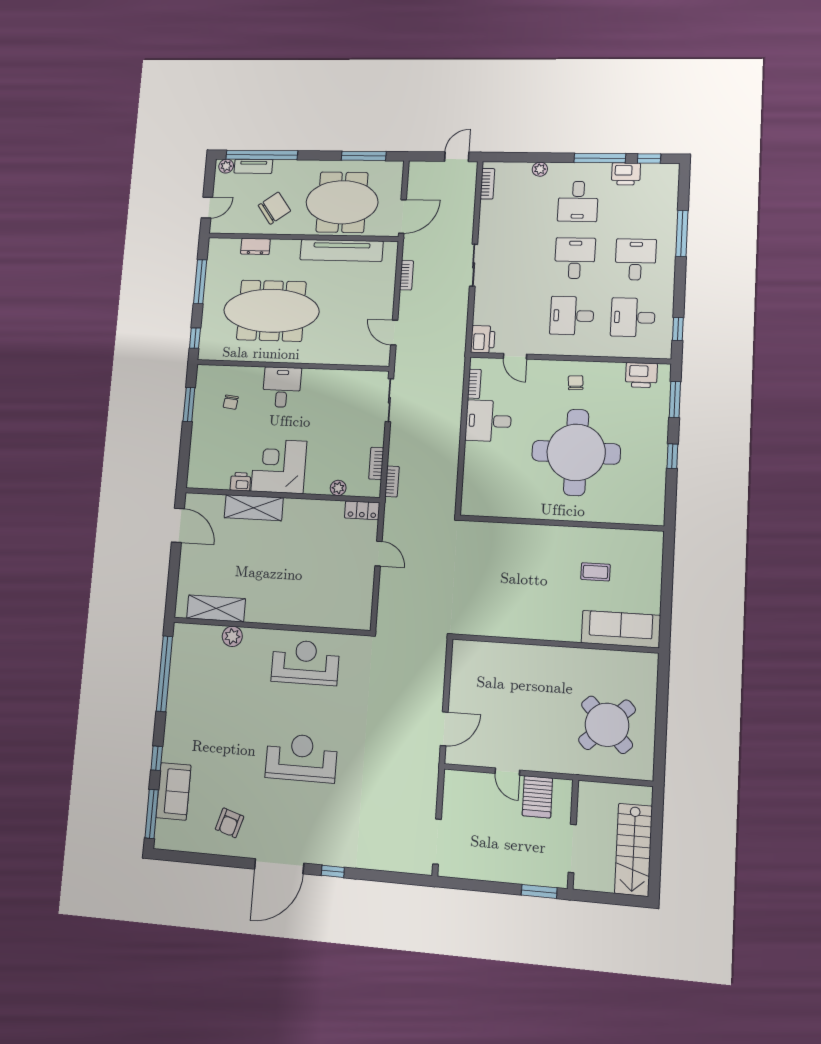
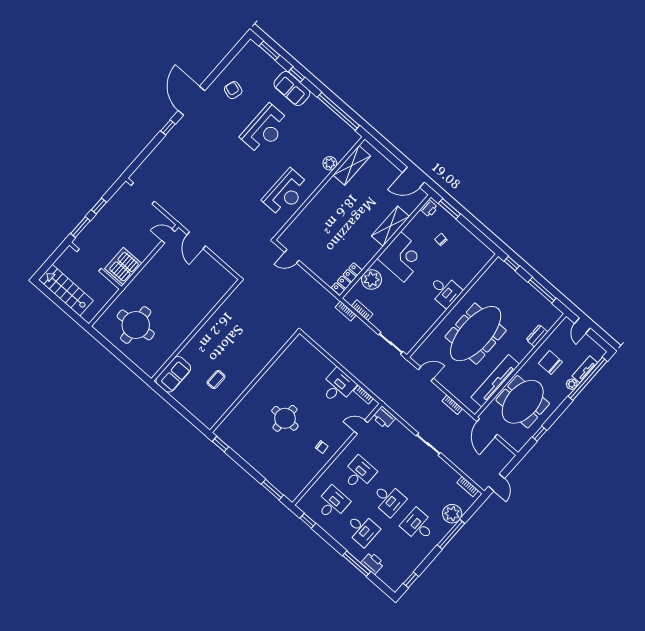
window: (364, 156) -> (539, 434), width x0.46
window: (600, 158) -> (451, 534), moved
plant: (226, 166) -> (572, 384), moved
plant: (540, 169) -> (452, 514), width x1.88, depth x1.88
printer: (626, 174) -> (373, 563), moved, turned 90
chair: (274, 208) -> (550, 363), turned 126
meeting table: (271, 311) -> (476, 334), moved
printer: (641, 375) -> (299, 483), removed
chair: (231, 402) -> (441, 240), moved
window: (189, 405) -> (449, 209), moved
round table: (576, 452) -> (285, 418), width x0.54, depth x0.54
window: (672, 456) -> (221, 444), moved
printer: (240, 482) -> (429, 208), moved
plant: (338, 488) -> (372, 279), width x1.88, depth x1.88
locker: (362, 510) -> (347, 279), width x1.53
door: (378, 554) -> (292, 256), moved
sofa: (621, 629) -> (173, 374), width x0.73
round table: (607, 725) -> (136, 325), turned 38
reception desk: (301, 758) -> (265, 129), moved
door: (507, 772) -> (168, 236), moved
sofa: (173, 791) -> (292, 89), moved
server rack: (537, 797) -> (123, 266), width x1.60
window: (152, 814) -> (269, 51), width x0.69
window: (495, 887) -> (99, 206), added

